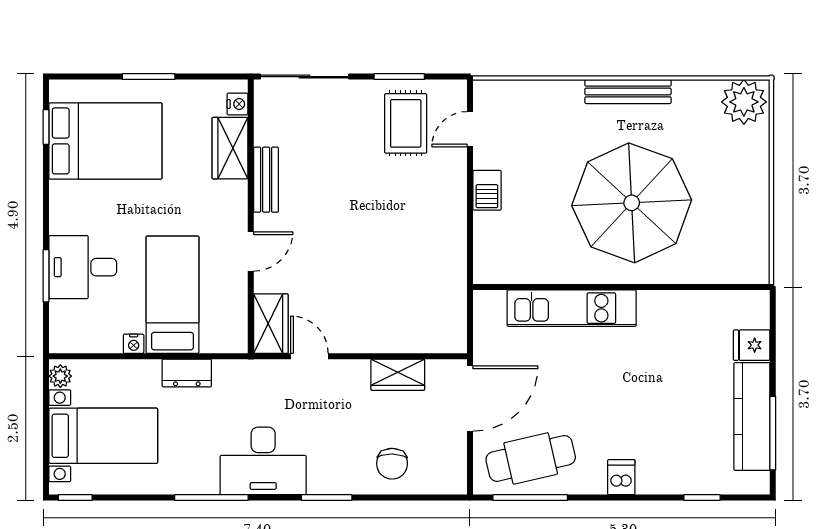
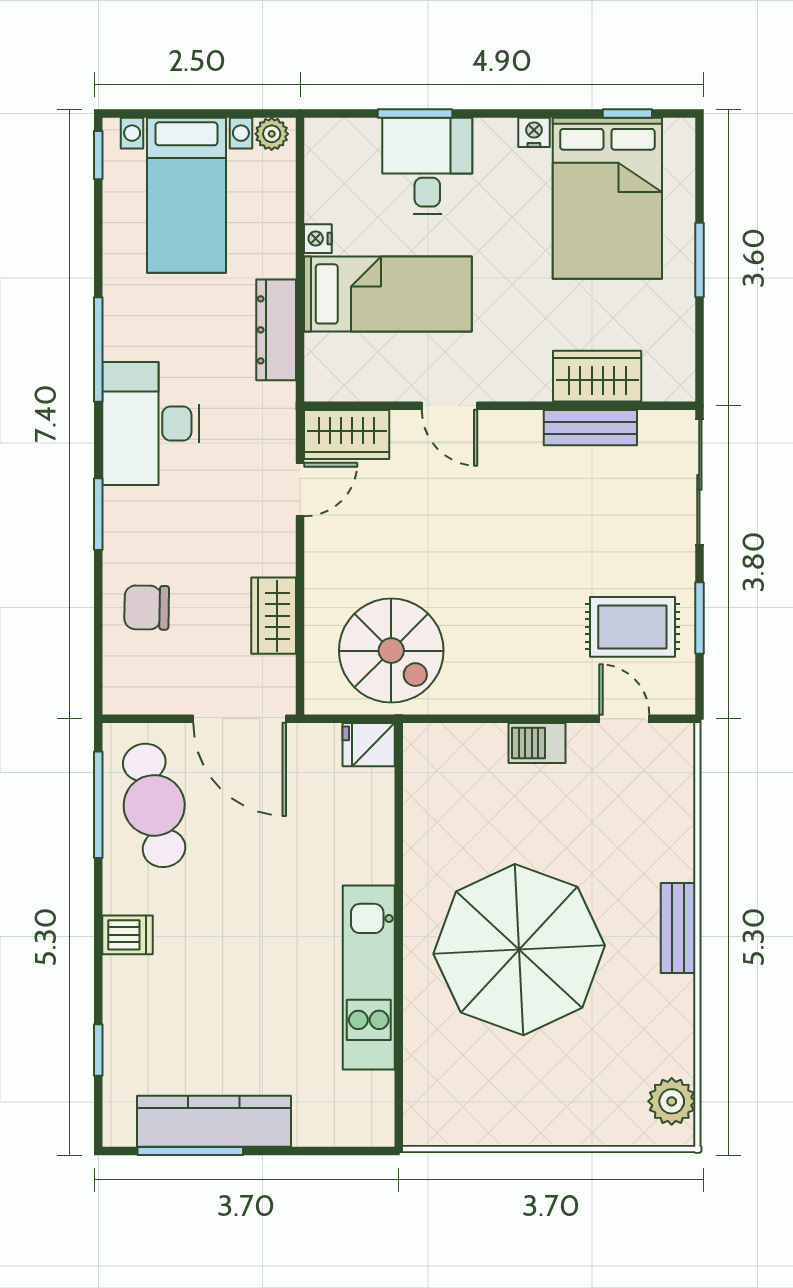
bench: (628, 91) -> (678, 928), width x0.73
plant: (744, 102) -> (672, 1101), width x0.73, depth x0.73
nightstand: (238, 104) -> (534, 132), moved, turned 180
bench: (266, 180) -> (590, 428), moved
spiral stairs: (422, 292) -> (391, 651), added
kitchen unit: (572, 308) -> (369, 977), moved
fridge: (752, 345) -> (369, 745), moved, turned -90
dresser: (187, 373) -> (276, 330), width x1.44

